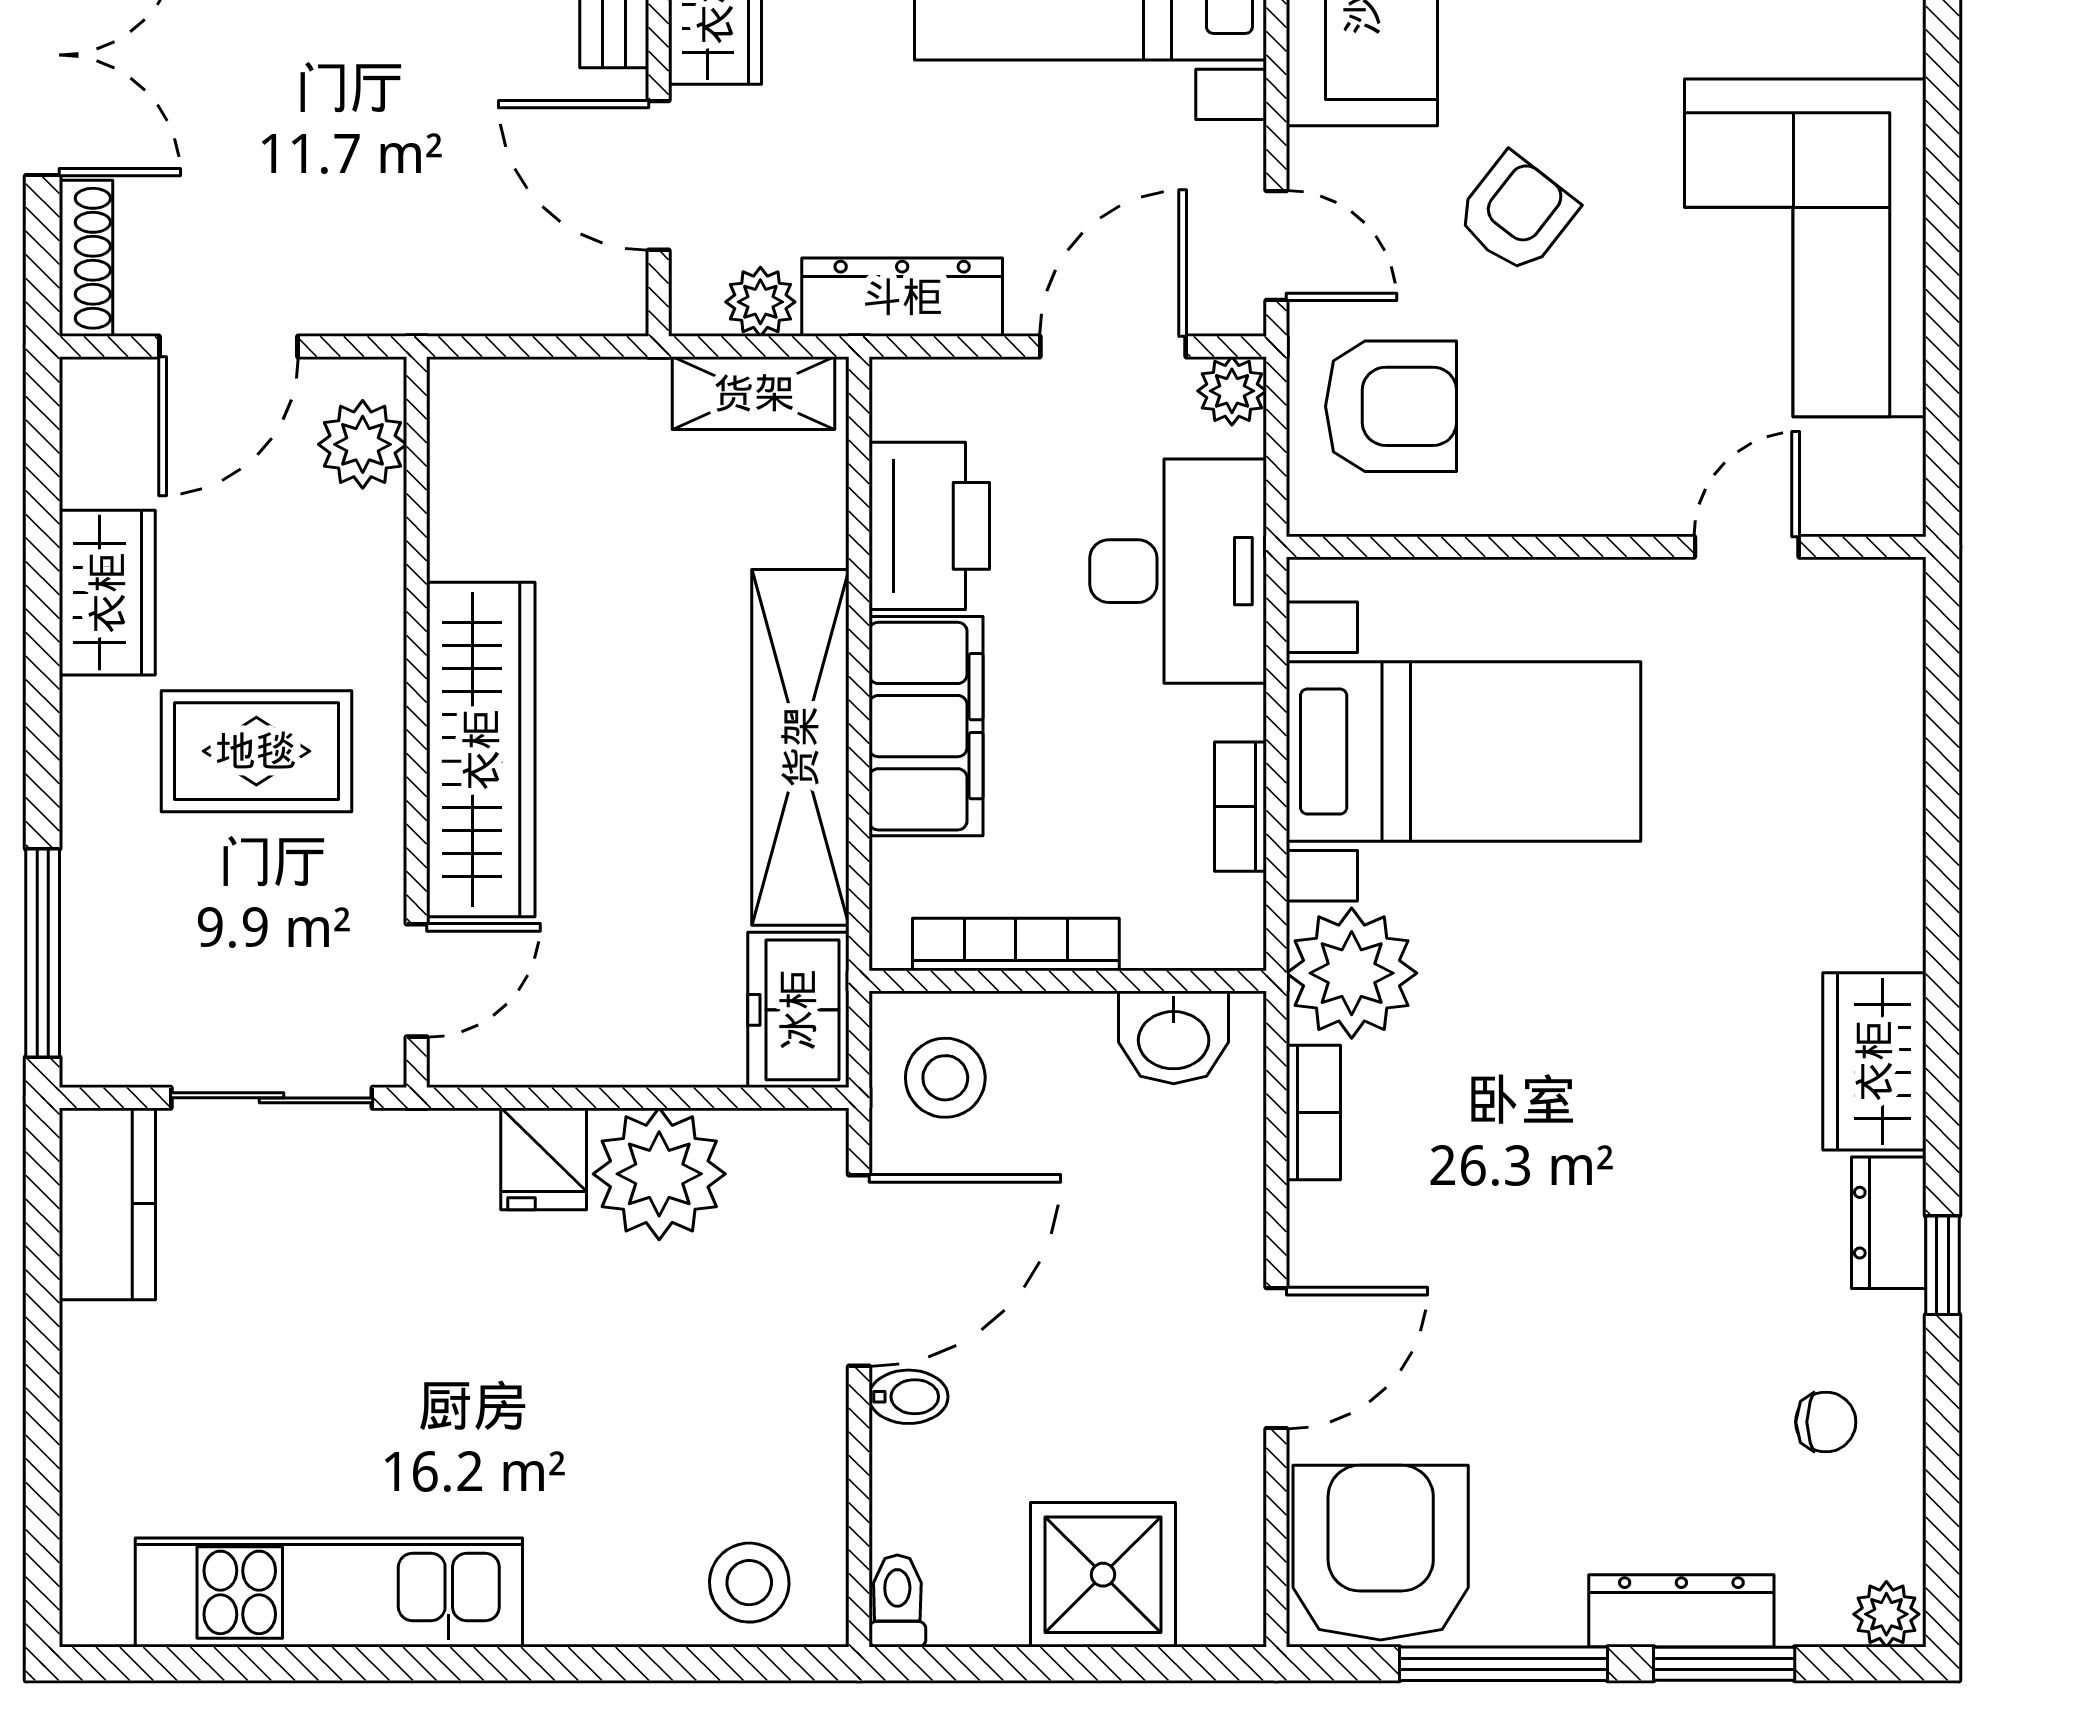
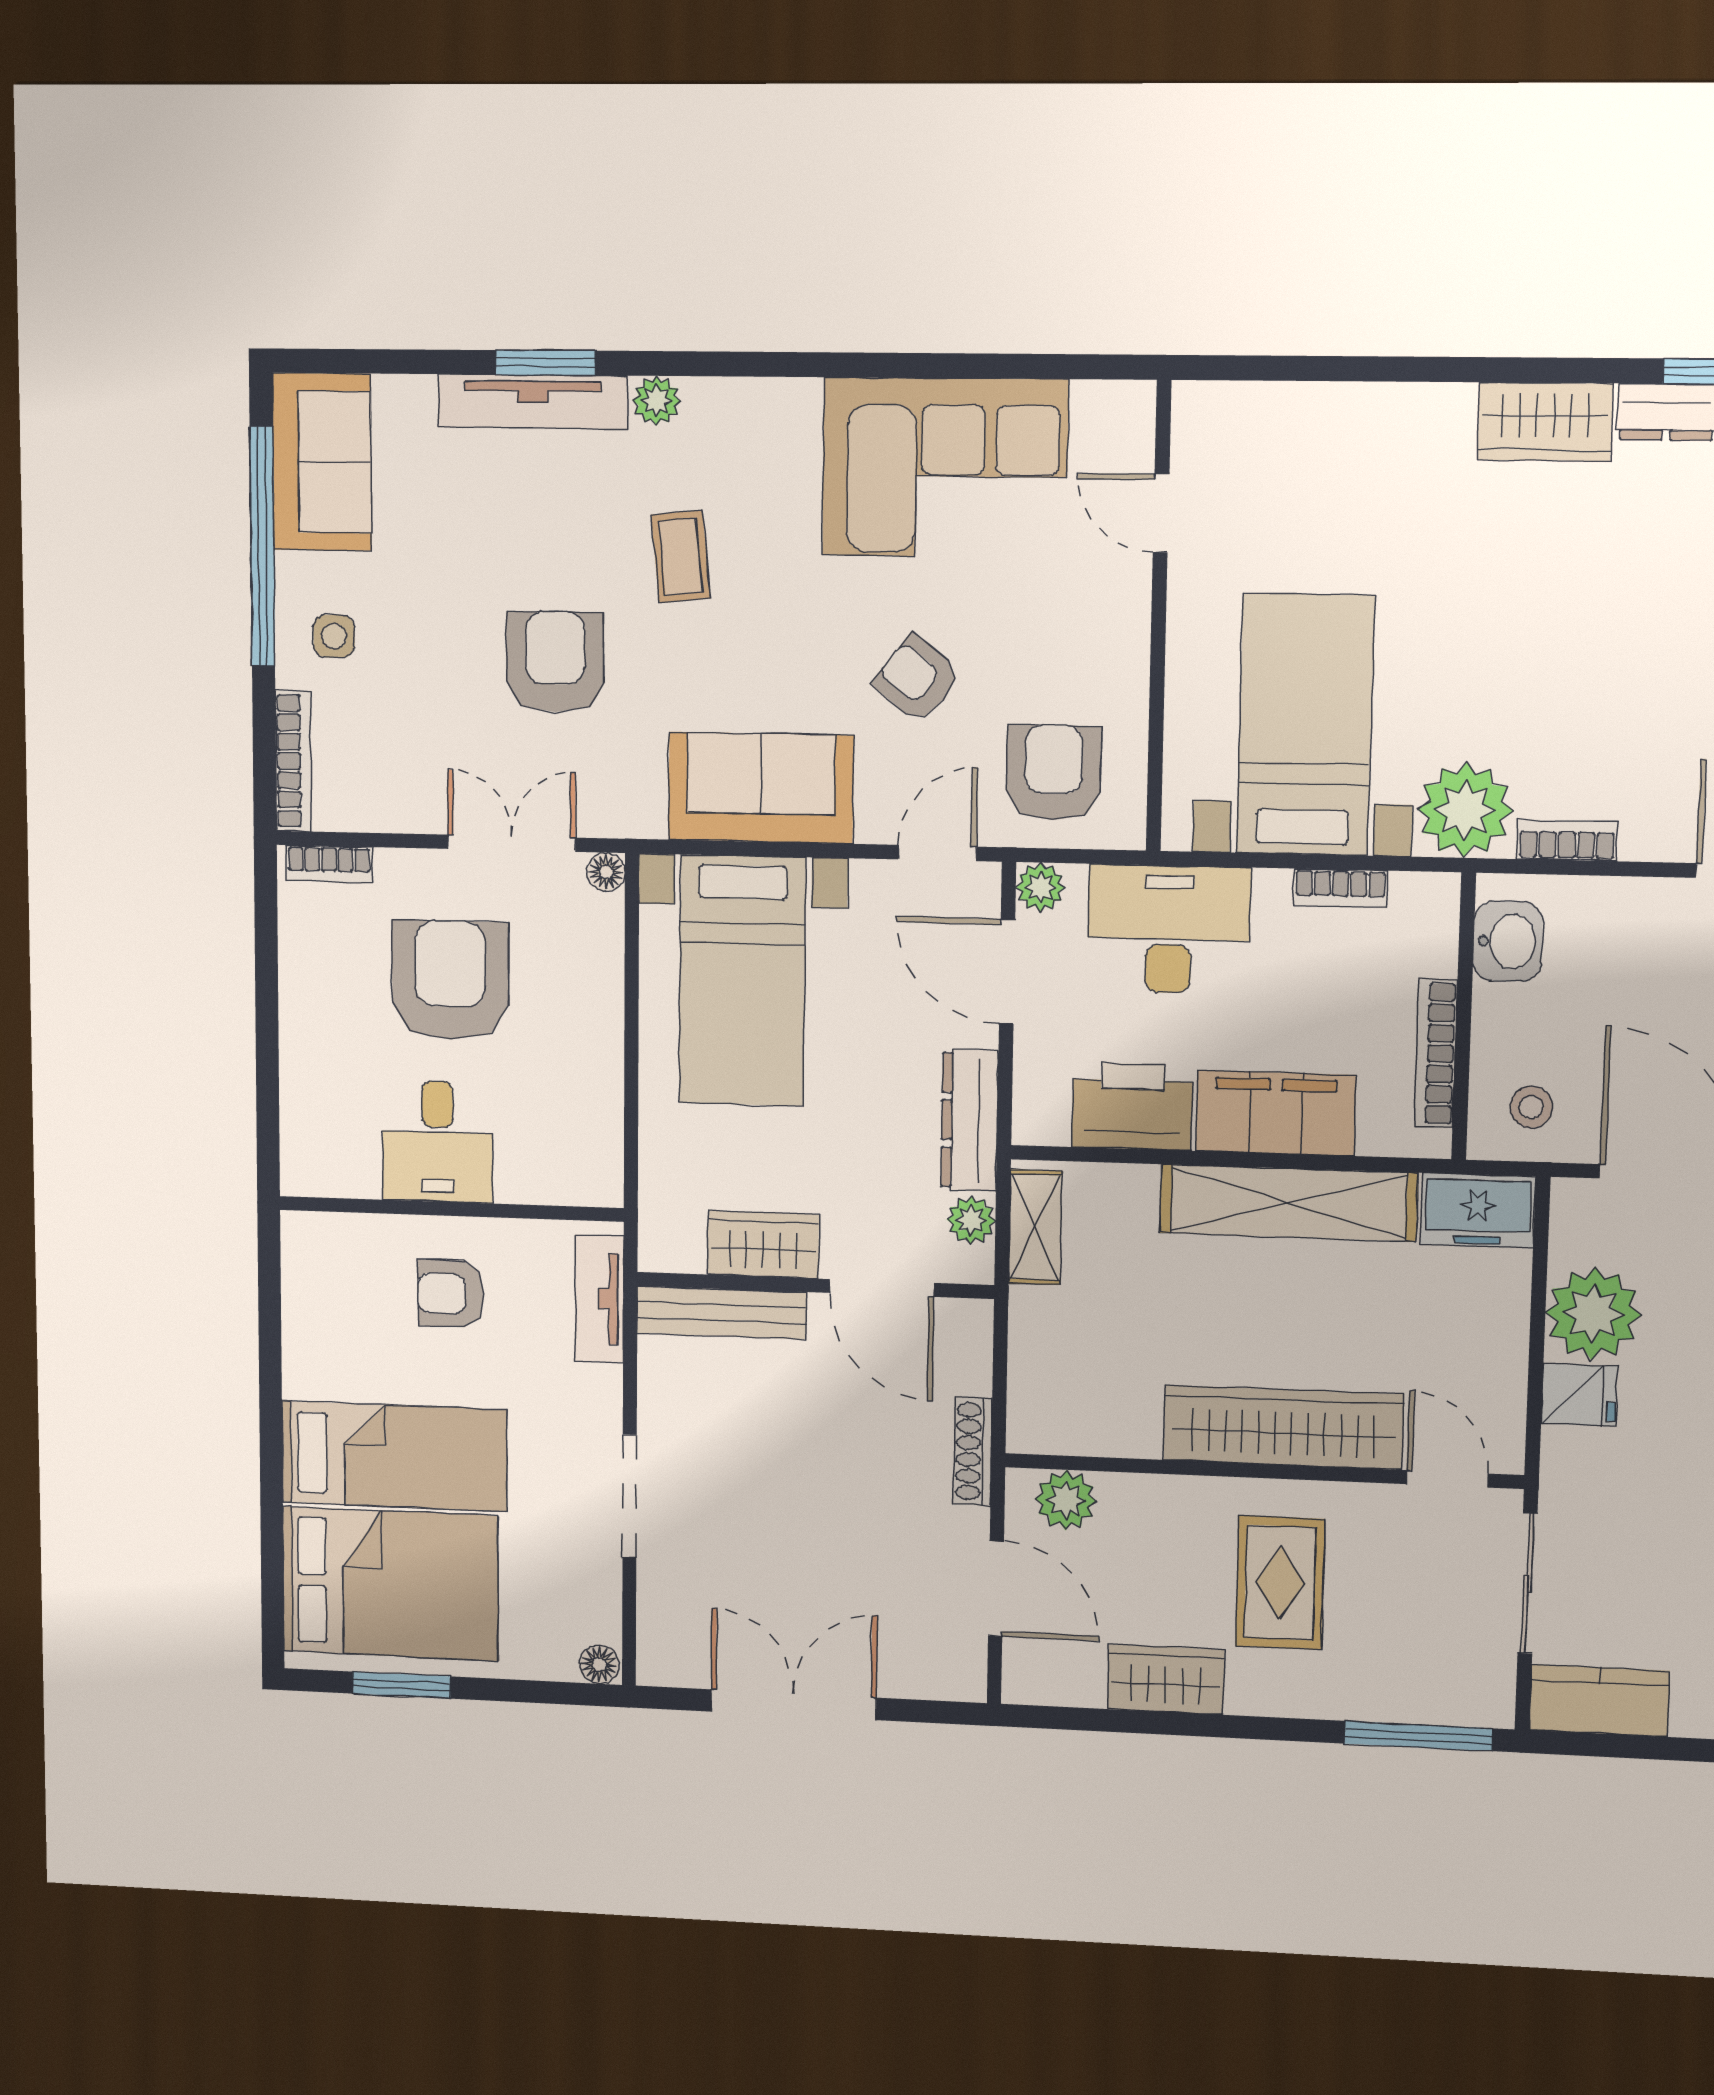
door: (659, 175) -> (882, 1288), hinge flipped
shoe rack: (86, 258) -> (973, 1451), moved, turned -90
stool: (945, 1078) -> (1531, 1107), width x0.73, depth x0.73

